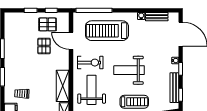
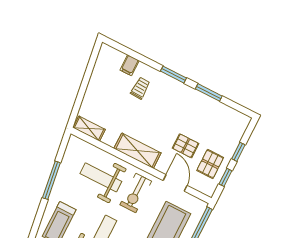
door: (71, 41) -> (175, 183), hinge flipped
shelving: (63, 86) -> (137, 151), moved
weight bench: (92, 90) -> (101, 177), turned 180

